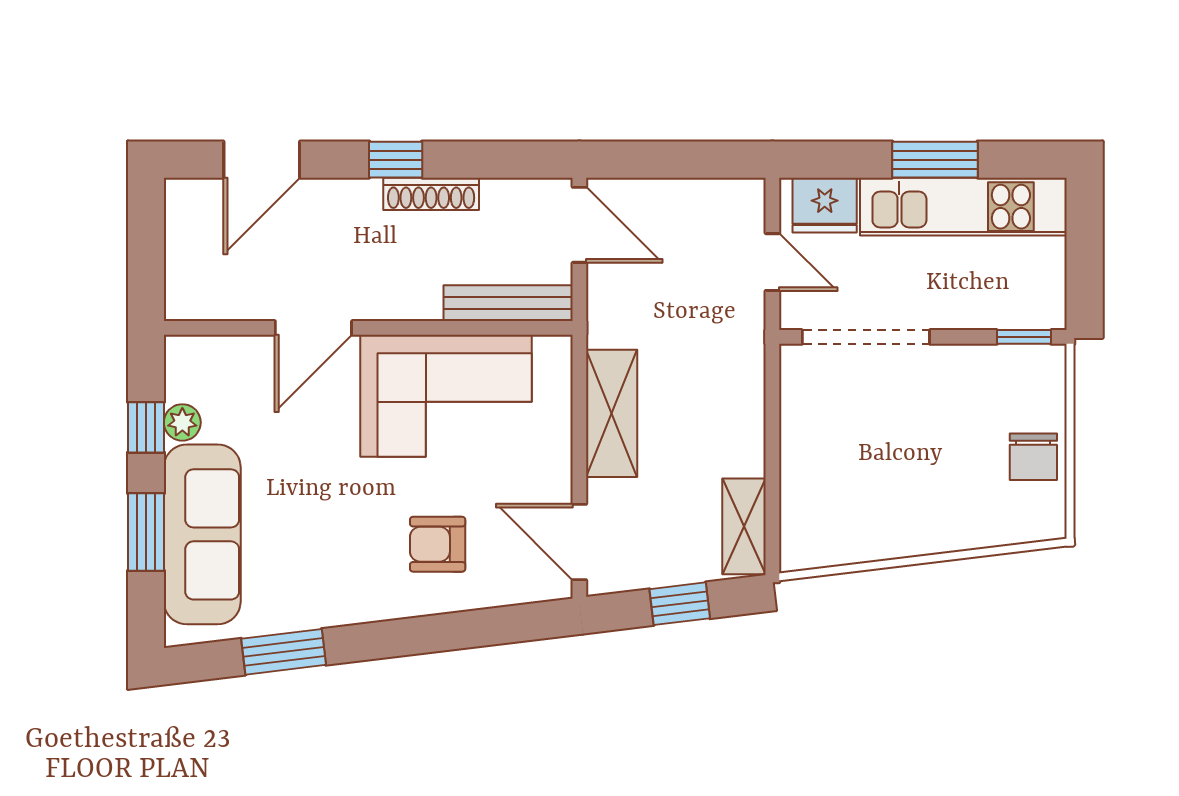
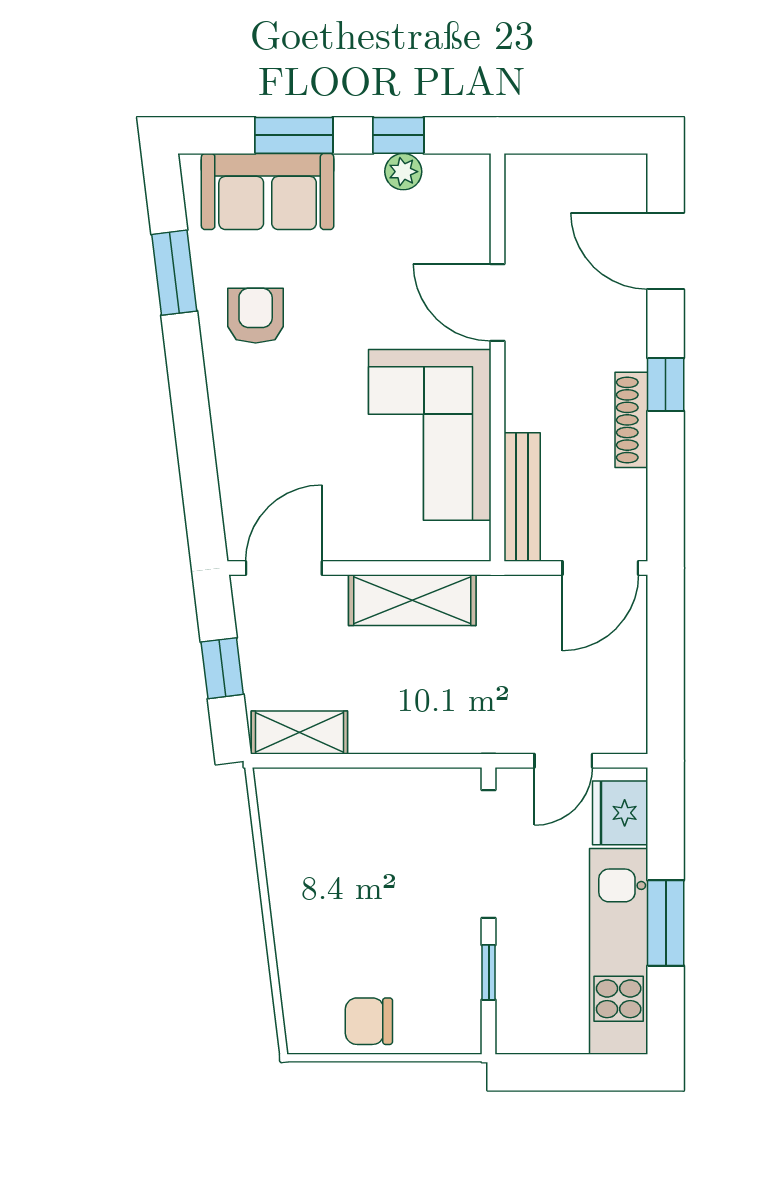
window: (1024, 337) -> (489, 972), moved
sofa: (202, 534) -> (268, 191), width x0.73
armchair: (438, 544) -> (256, 316), moved

